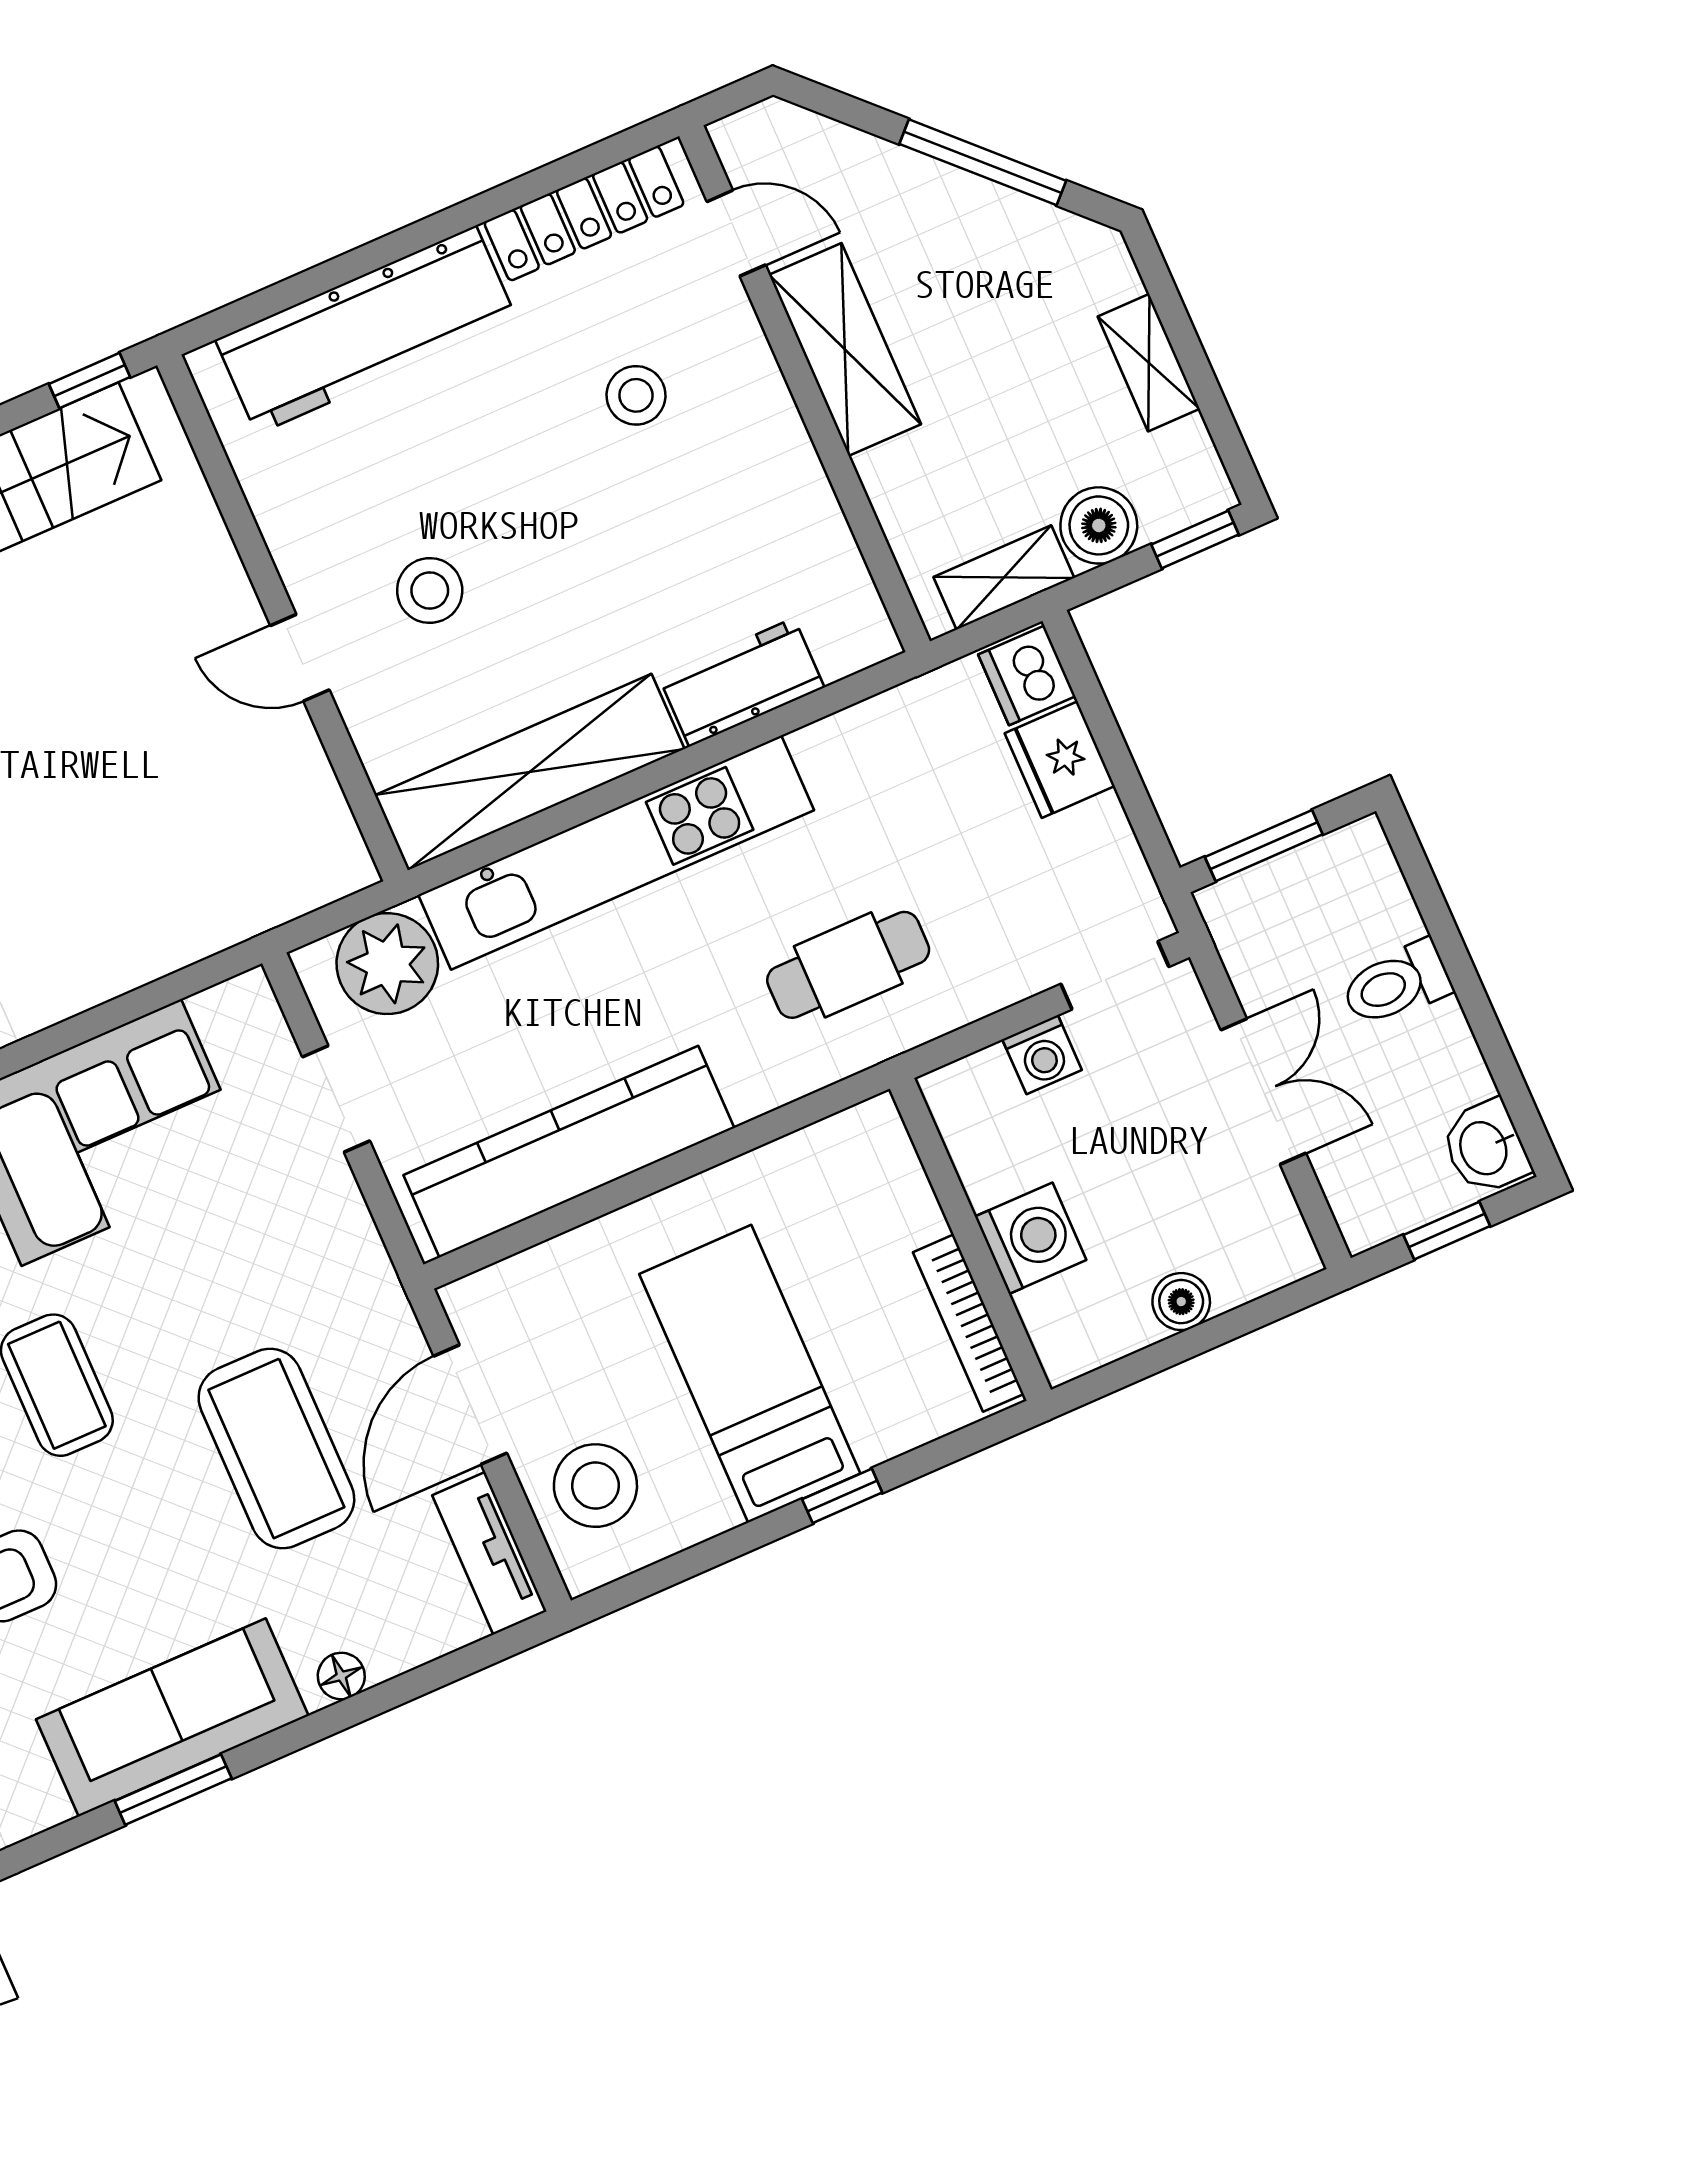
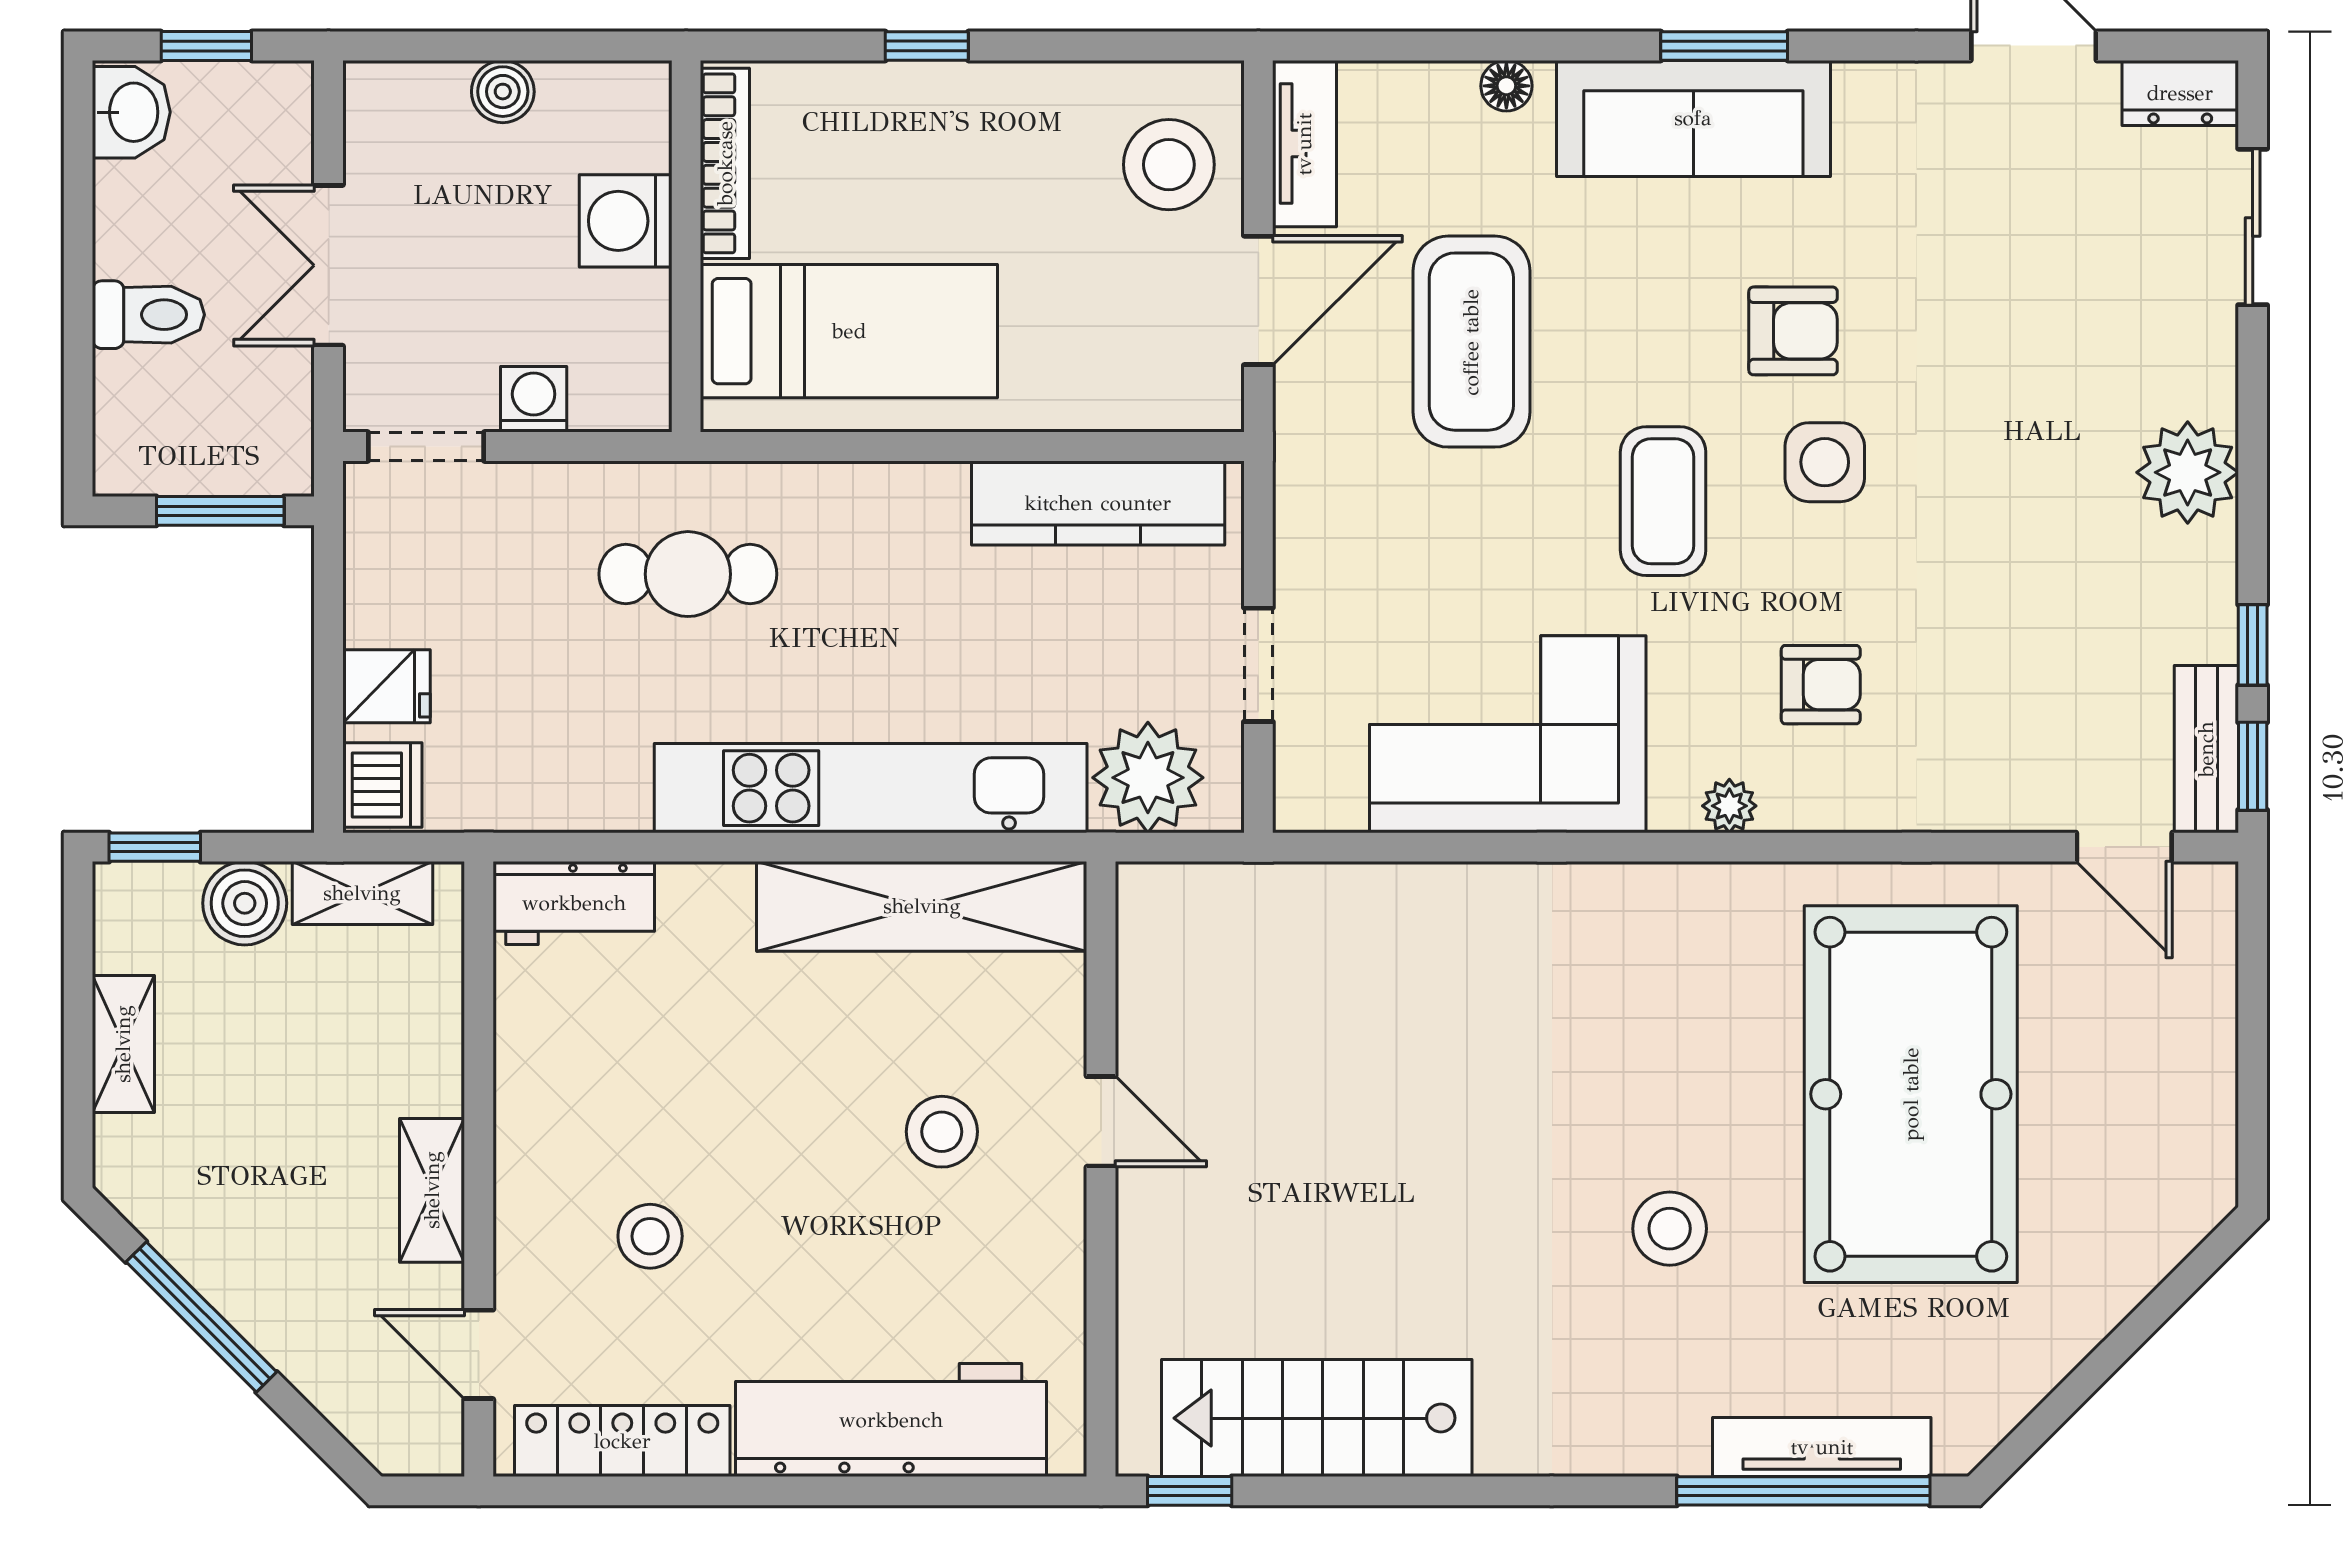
shelving: (845, 350) -> (432, 1190), width x0.67, depth x0.75
workbench: (742, 682) -> (574, 903), moved
fridge: (1060, 760) -> (386, 686), width x0.72
kitchen counter: (569, 1152) -> (1098, 503), width x0.72, depth x0.86
bed: (750, 1374) -> (849, 331), moved, turned -90

